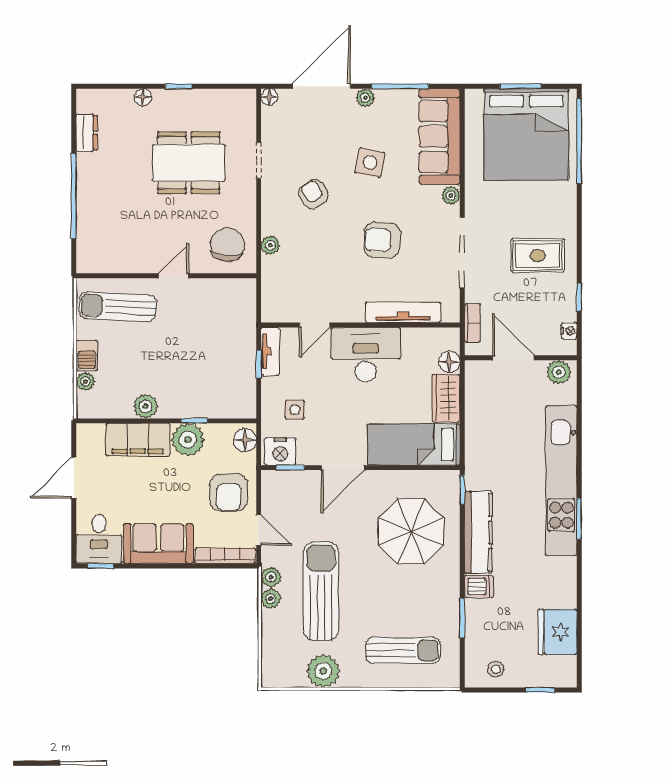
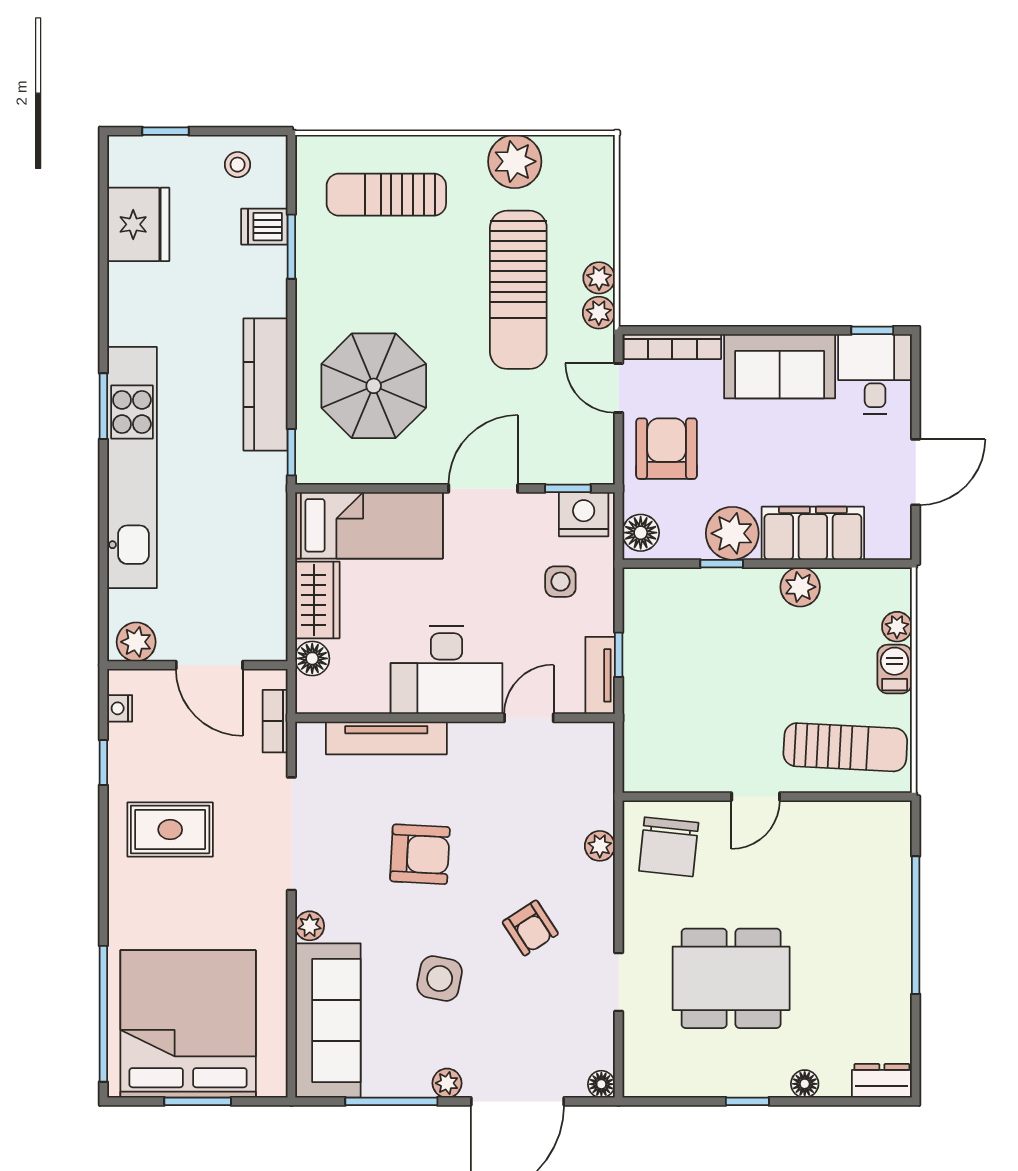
dresser: (87, 133) -> (882, 1081), moved, turned 90
dishwasher: (479, 586) -> (264, 227), moved

